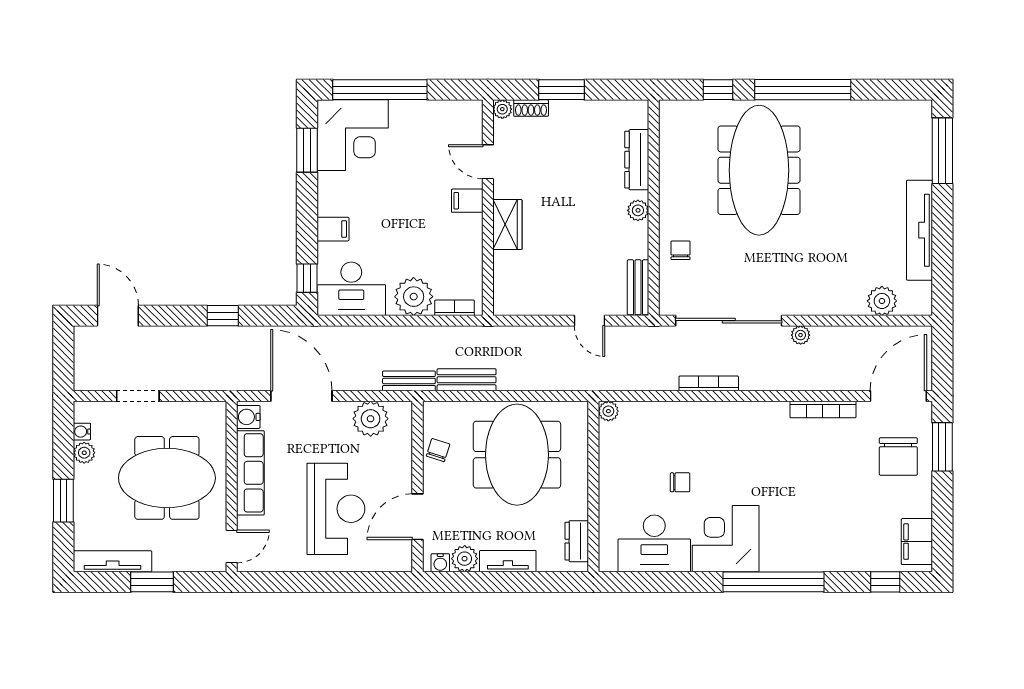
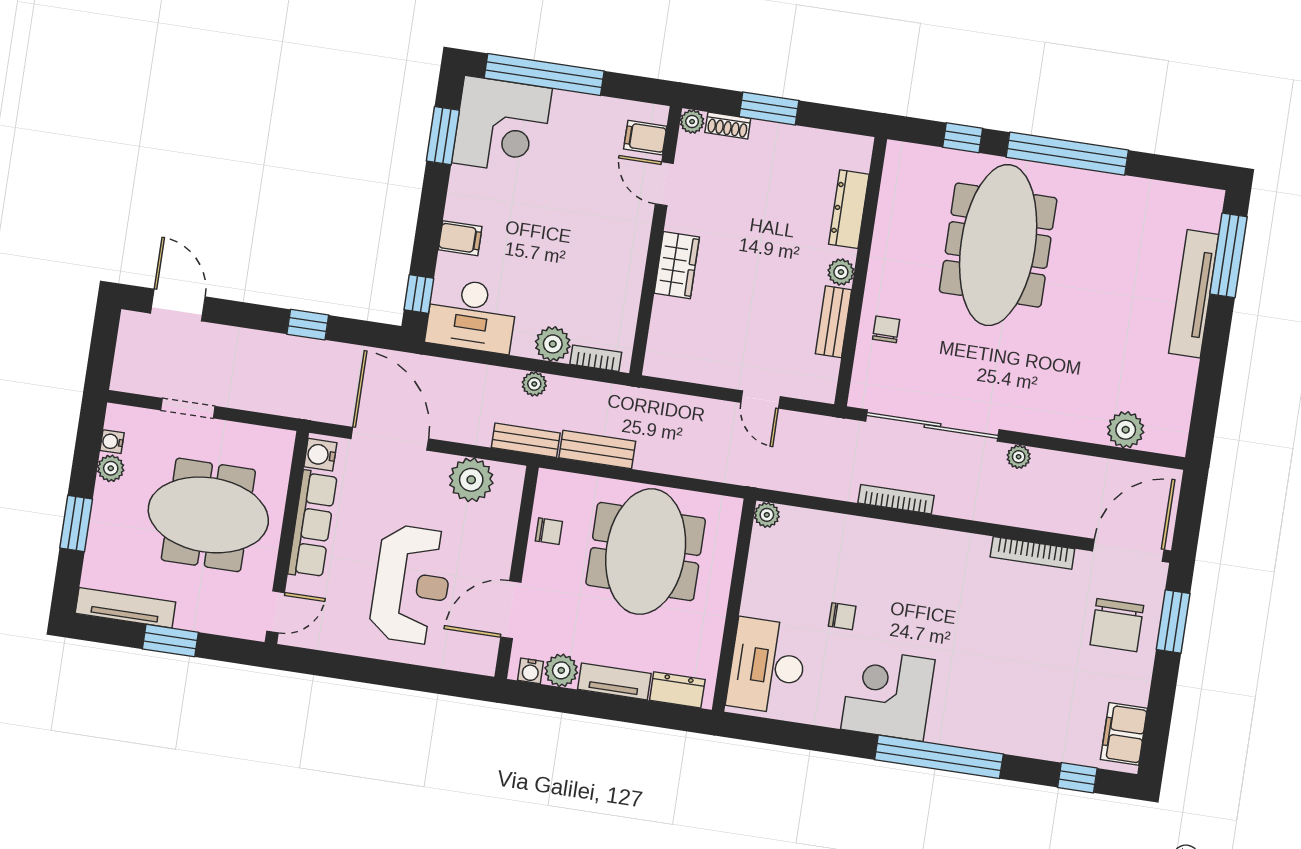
filing cabinet: (467, 201) -> (645, 138), moved
tv unit: (919, 230) -> (1194, 294), moved
bench: (638, 287) -> (833, 322), moved
plant: (414, 297) -> (553, 344), width x0.73, depth x0.73
plant: (409, 335) -> (534, 384), added
chair: (438, 450) -> (549, 531), turned 72
dresser: (577, 541) -> (677, 690), moved, turned 90
desk: (654, 543) -> (767, 666), moved, turned 90

